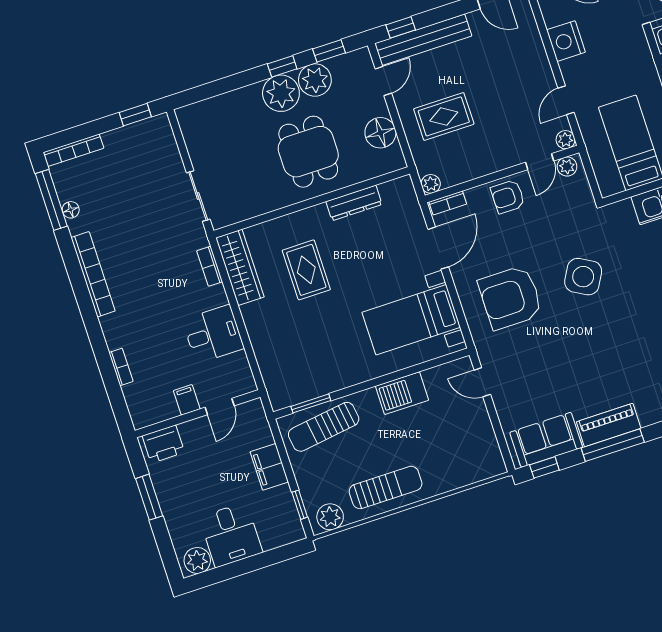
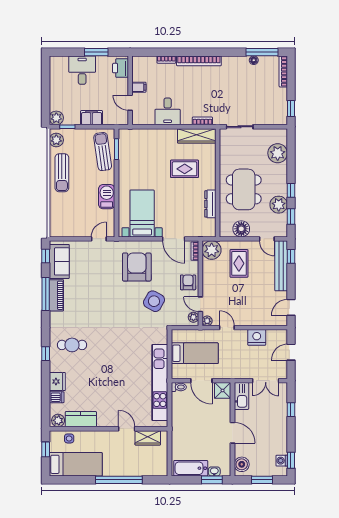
plant: (281, 93) -> (278, 153), moved
dining table: (308, 152) -> (244, 189), width x1.38
plant: (431, 184) -> (212, 250), width x1.88, depth x1.88
bookcase: (93, 274) -> (199, 61), moved
side table: (583, 277) -> (154, 301), moved
desk: (231, 535) -> (82, 70), moved, turned 90
plant: (197, 560) -> (56, 118), moved

